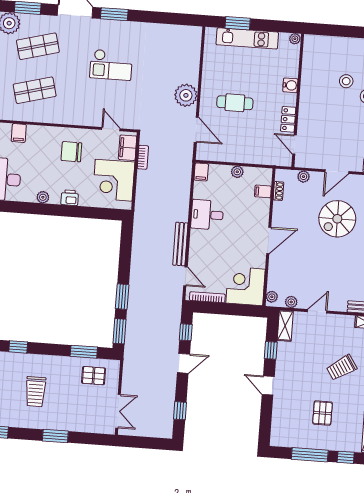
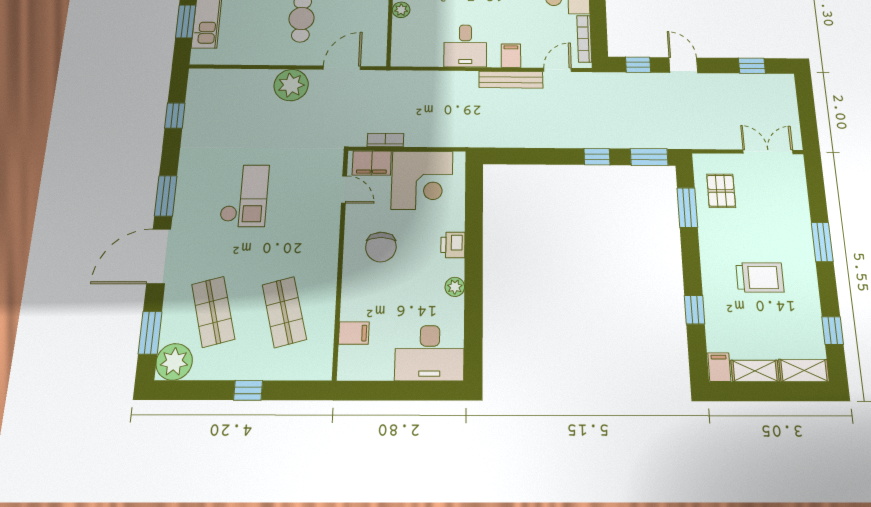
window: (169, 18) -> (175, 116), added
door: (111, 129) -> (344, 189), swing flipped
filing cabinet: (201, 172) -> (511, 56), moved, turned -90
window: (122, 297) -> (597, 157), width x0.67

